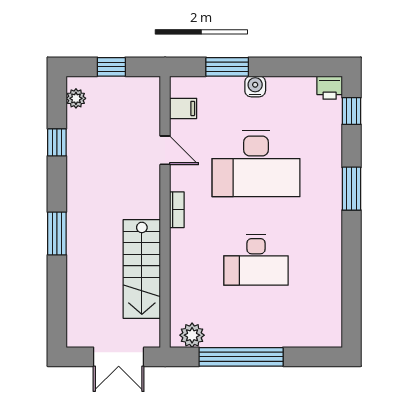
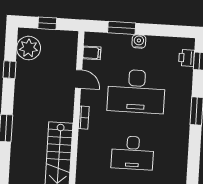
printer: (330, 88) -> (186, 58), moved, turned 90
plant: (76, 98) -> (29, 48), width x1.87, depth x1.87

